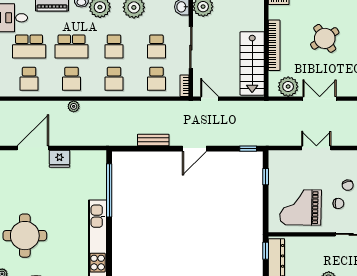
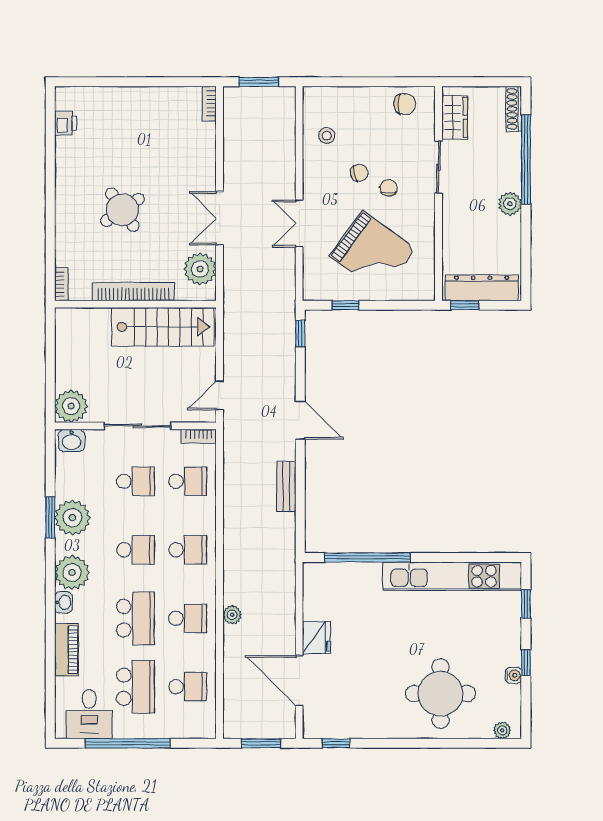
grand piano: (300, 207) -> (373, 252), moved, turned -55

